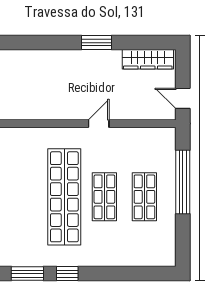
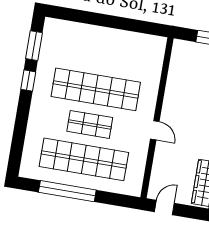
window: (183, 182) -> (67, 191), moved
shop shelf: (144, 197) -> (84, 159), width x2.00, depth x1.36

